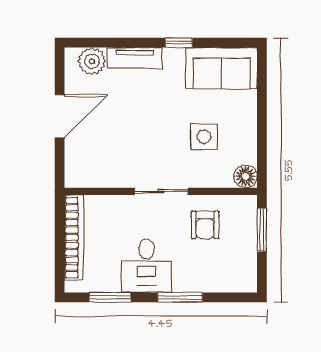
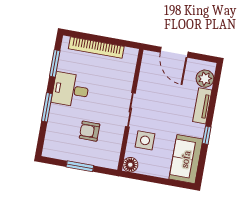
floor lamp: (246, 176) -> (130, 165), moved
sliding door: (161, 191) -> (130, 110), moved
wall: (161, 191) -> (130, 110), moved

